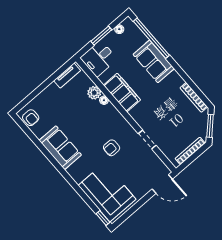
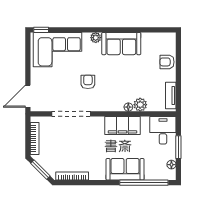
armchair: (31, 118) -> (167, 62), moved
doorway: (147, 140) -> (71, 114), width x1.88
plant: (73, 171) -> (96, 38), added

